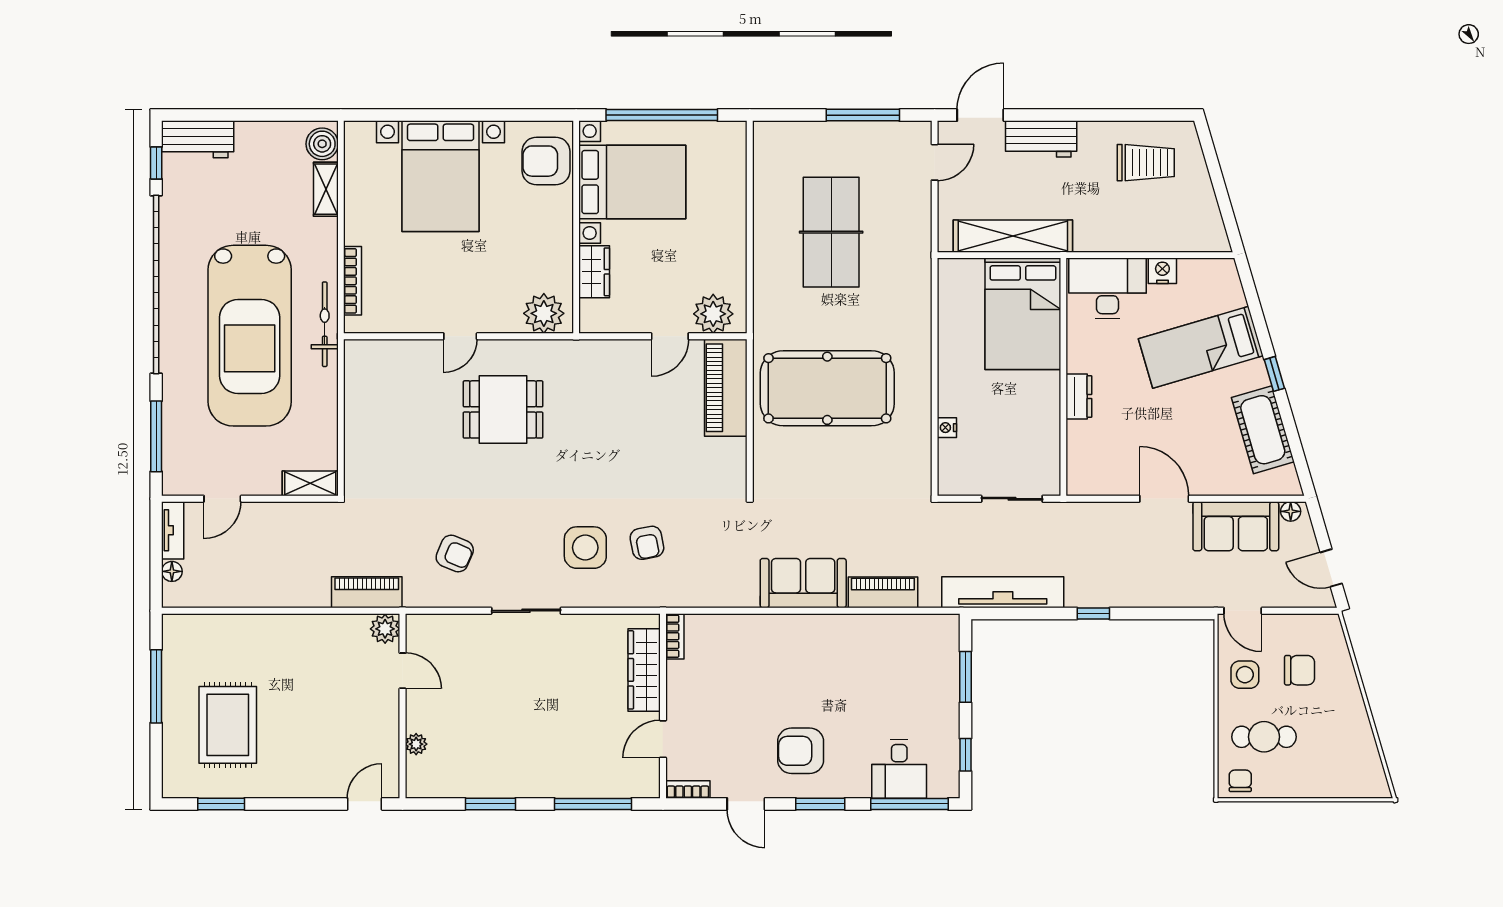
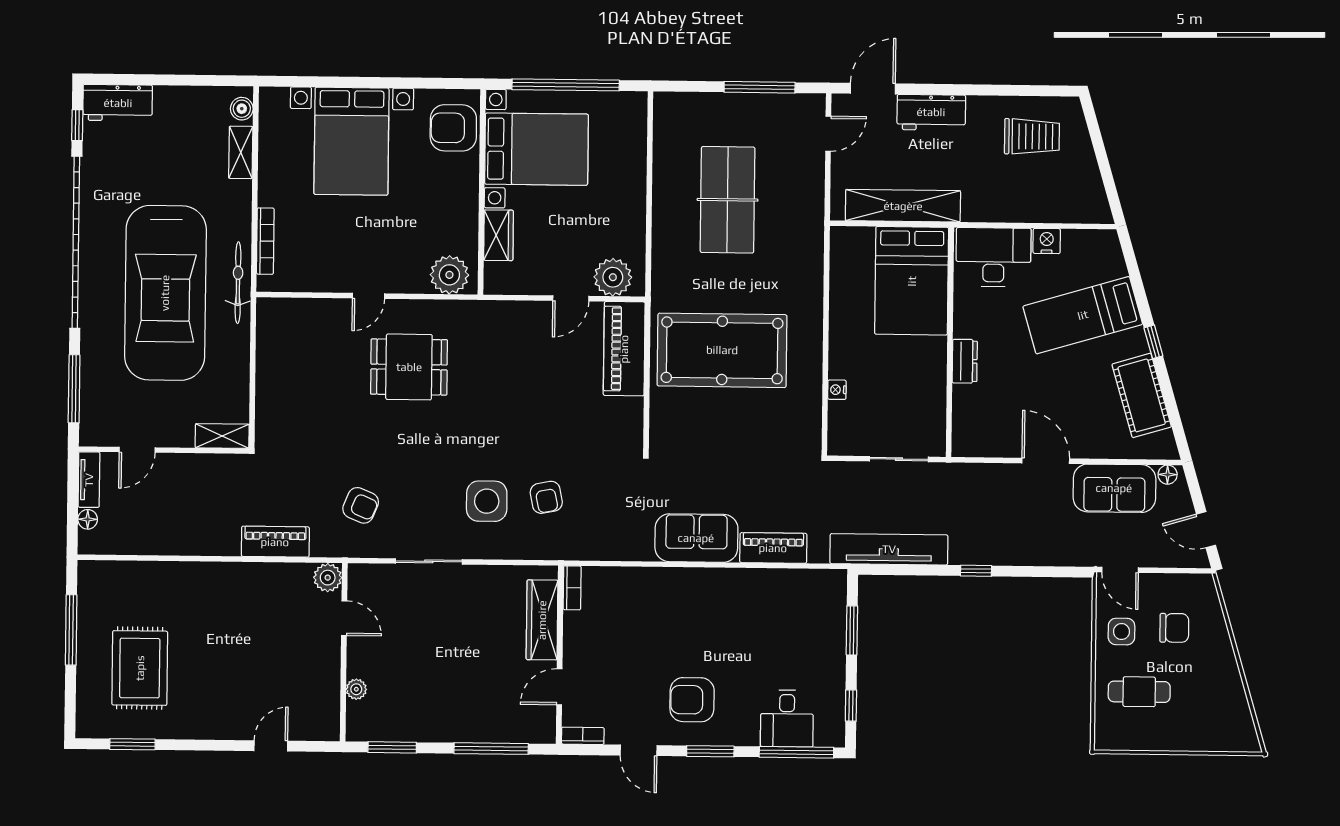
boiler: (322, 144) -> (242, 109), width x0.73, depth x0.73
plant: (385, 629) -> (328, 578), moved
door: (403, 671) -> (344, 618), moved
wall: (403, 706) -> (344, 652), moved
plant: (416, 744) -> (356, 689), moved
chair: (1240, 781) -> (1116, 734), removed

